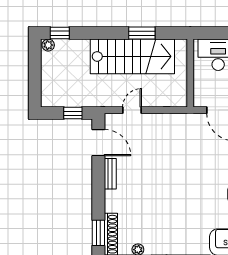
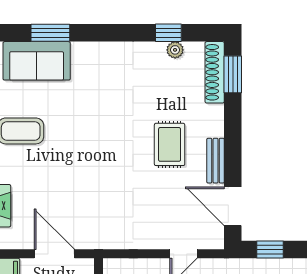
rug: (142, 185) -> (170, 144), added

